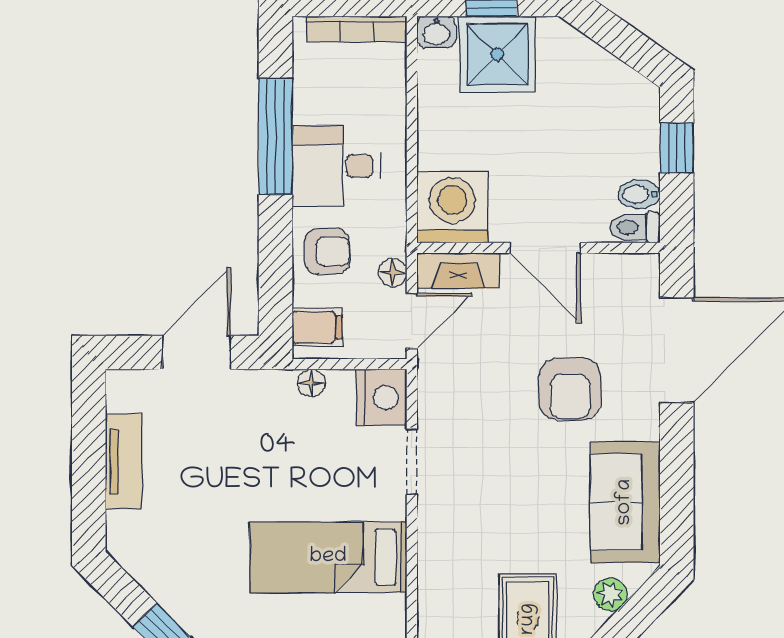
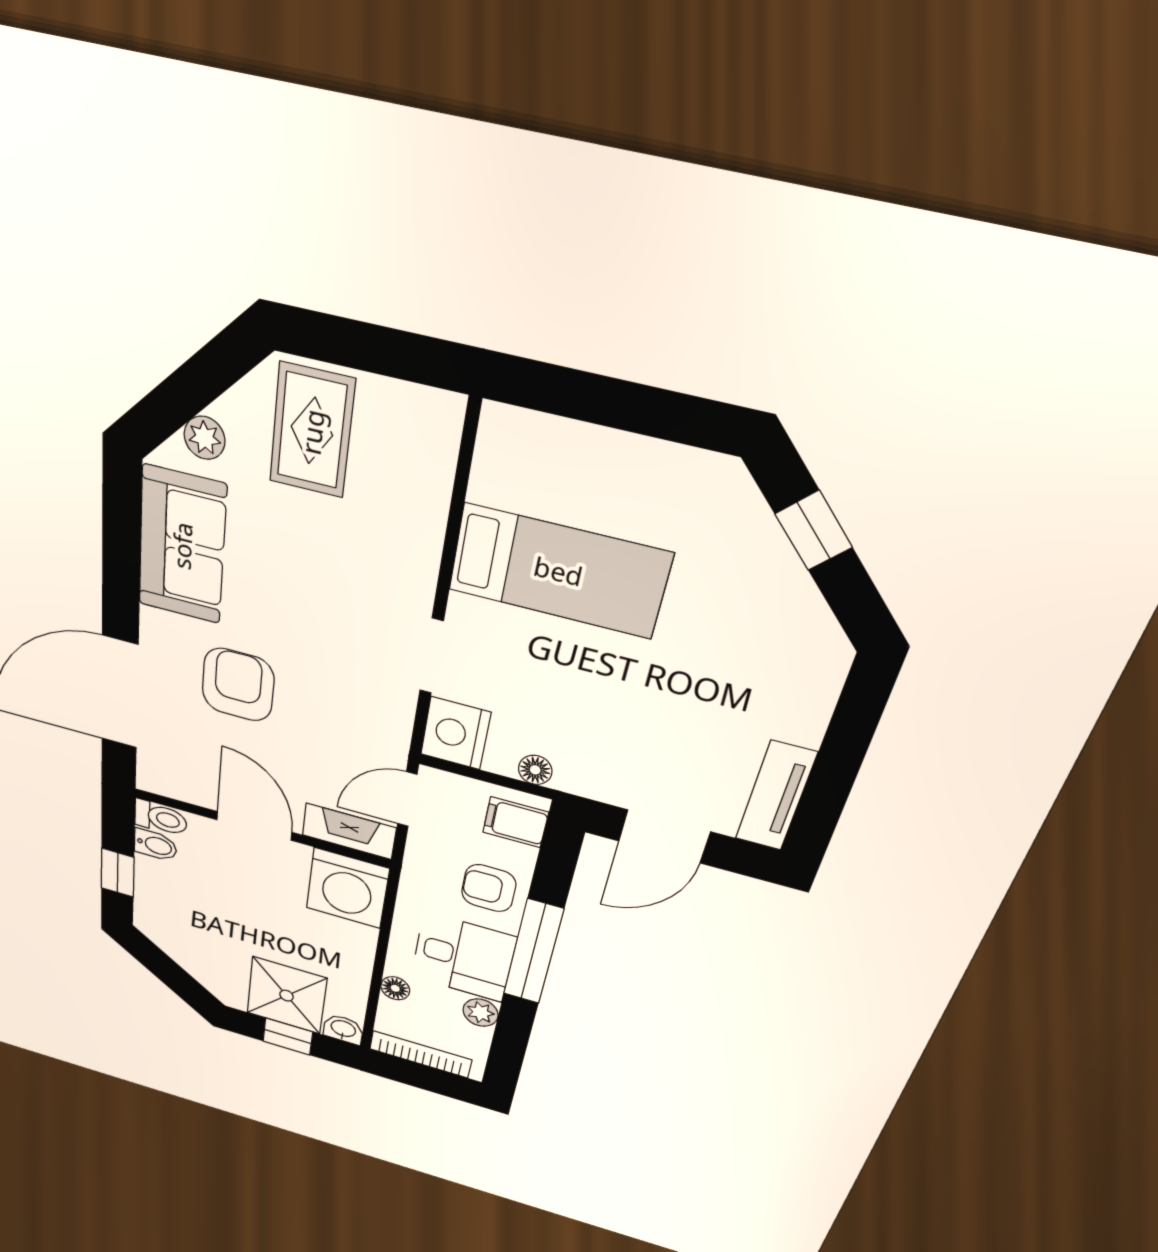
plant: (309, 105) -> (480, 1013), added
window: (276, 137) -> (533, 952), moved
floor lamp: (393, 273) -> (395, 988), moved
tv unit: (124, 462) -> (776, 796), moved

